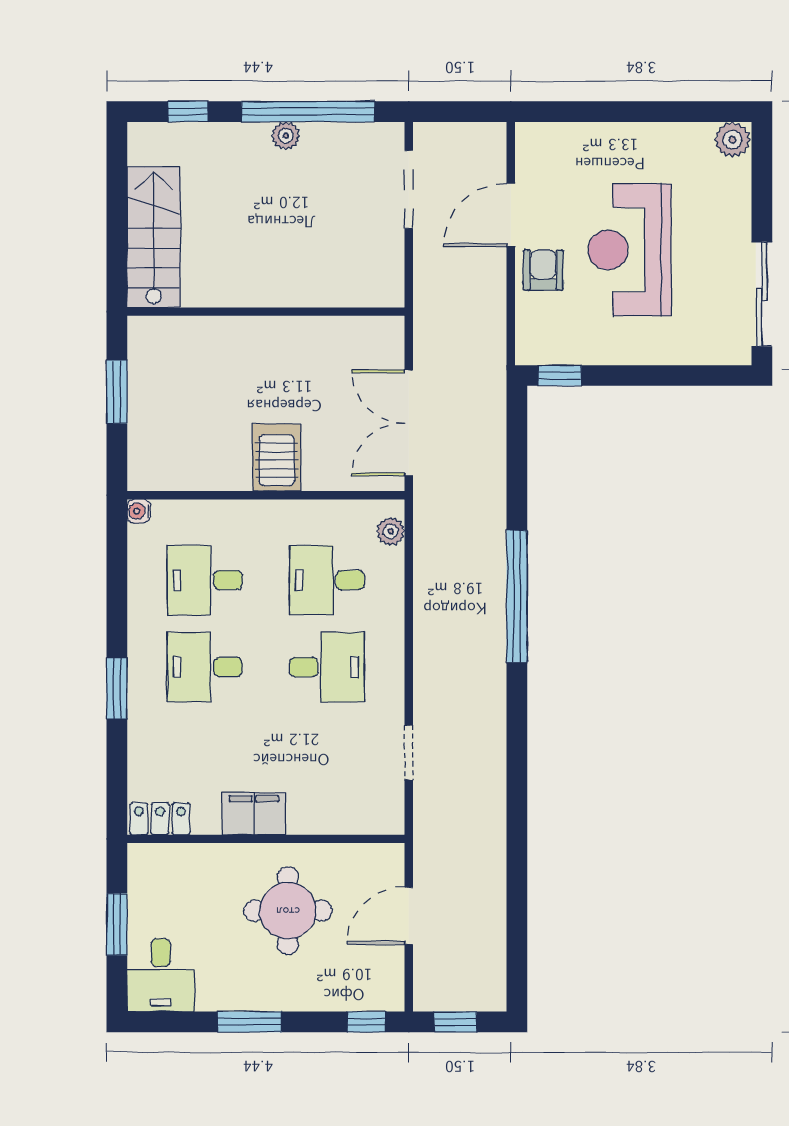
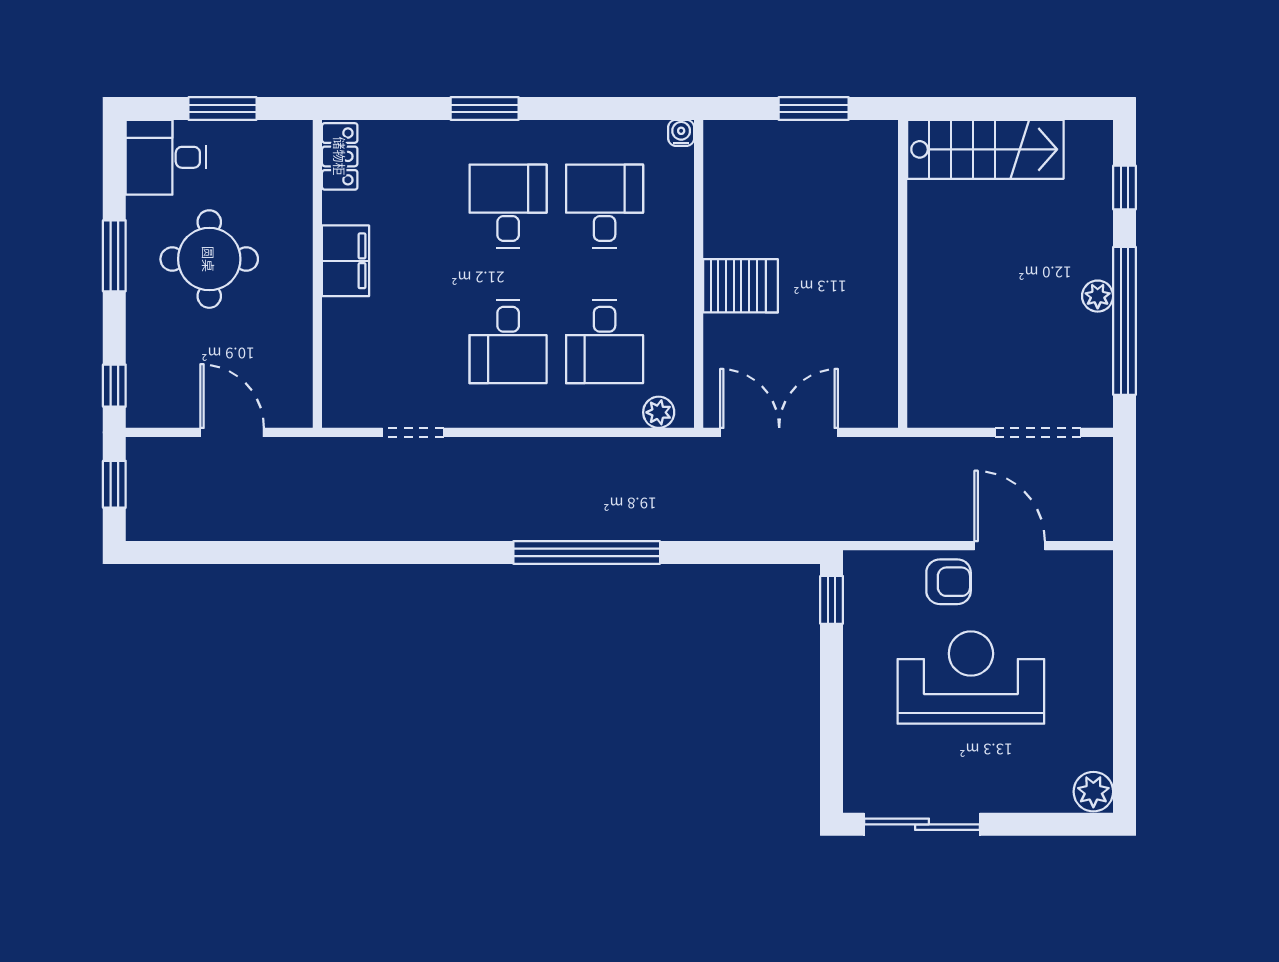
desk: (327, 580) -> (605, 342), turned 180
round table: (288, 911) -> (209, 259), moved

